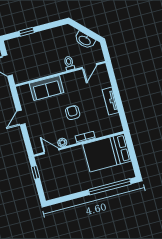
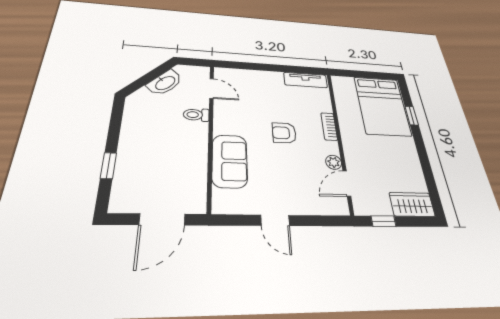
tv unit: (110, 101) -> (306, 80), moved
bed: (107, 153) -> (382, 106), moved
window: (110, 187) -> (412, 116), width x0.32
wardrobe: (49, 188) -> (412, 204), added

